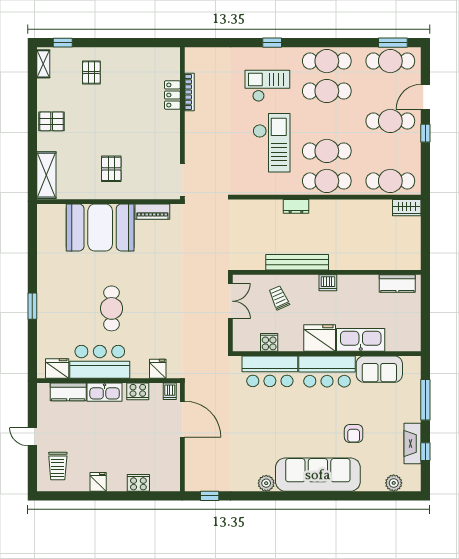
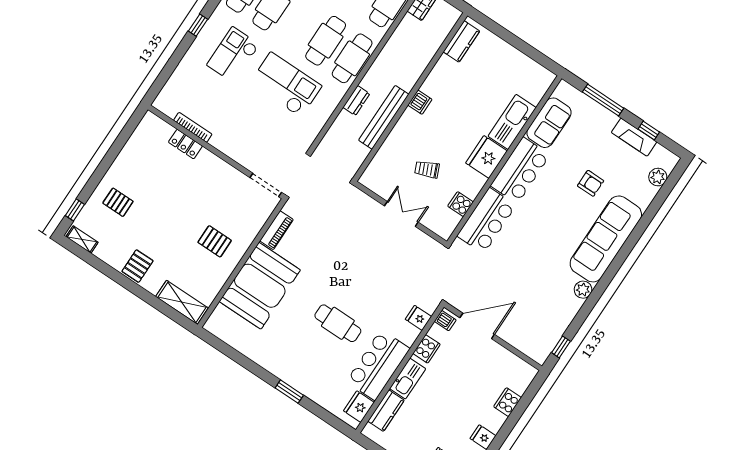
bench: (297, 262) -> (384, 117), moved
wall: (327, 272) -> (410, 97), moved
dishwasher: (328, 283) -> (420, 102), moved
kitchen counter: (397, 284) -> (461, 41), moved

